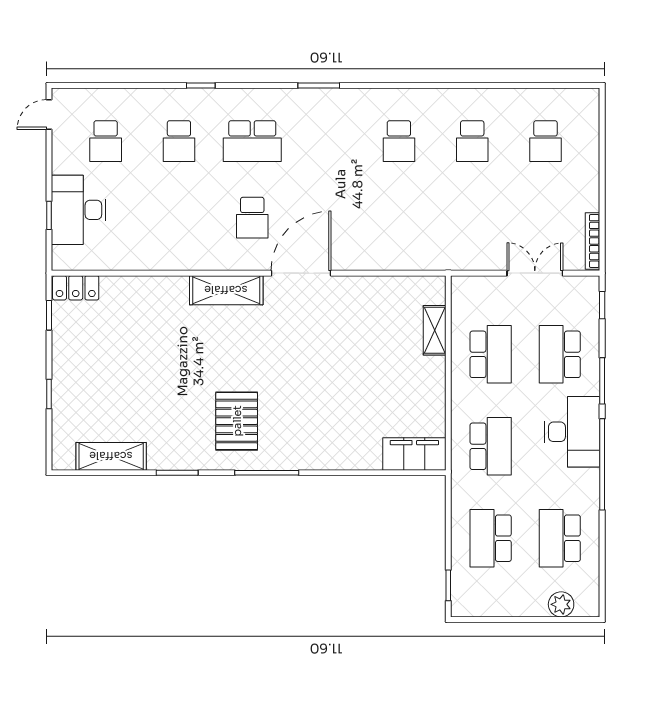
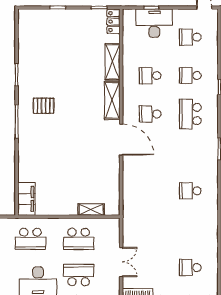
school desk: (472, 141) -> (150, 76), moved
pallet: (237, 421) -> (44, 106), width x0.67, depth x0.71
shelving: (111, 456) -> (113, 62), moved

